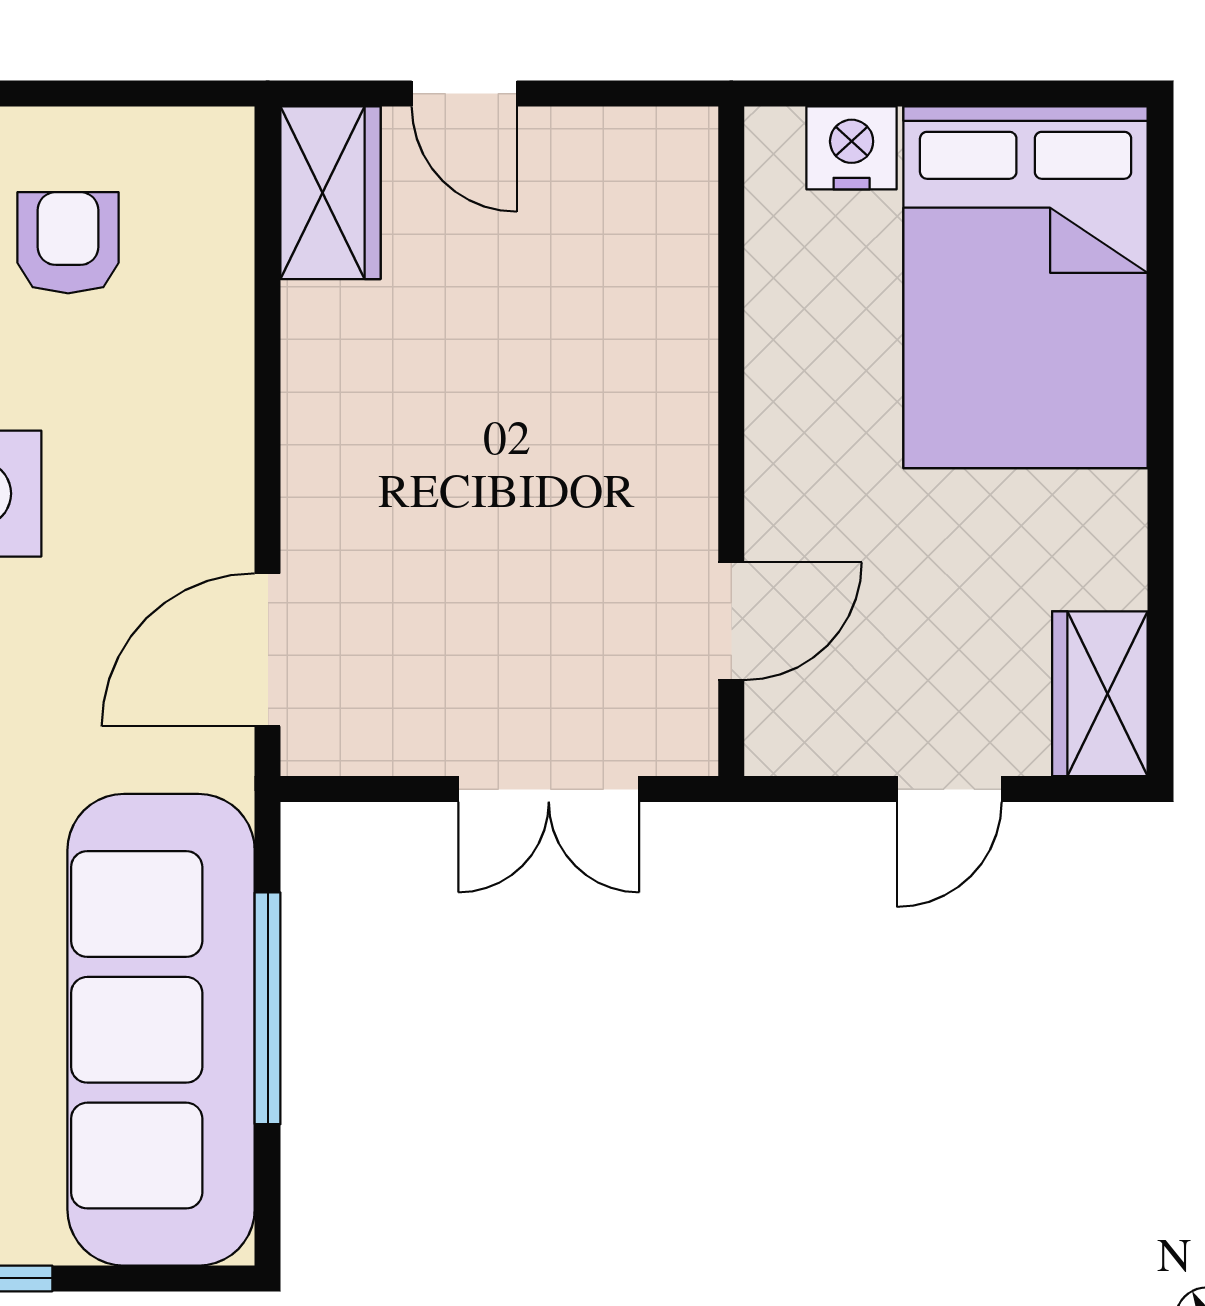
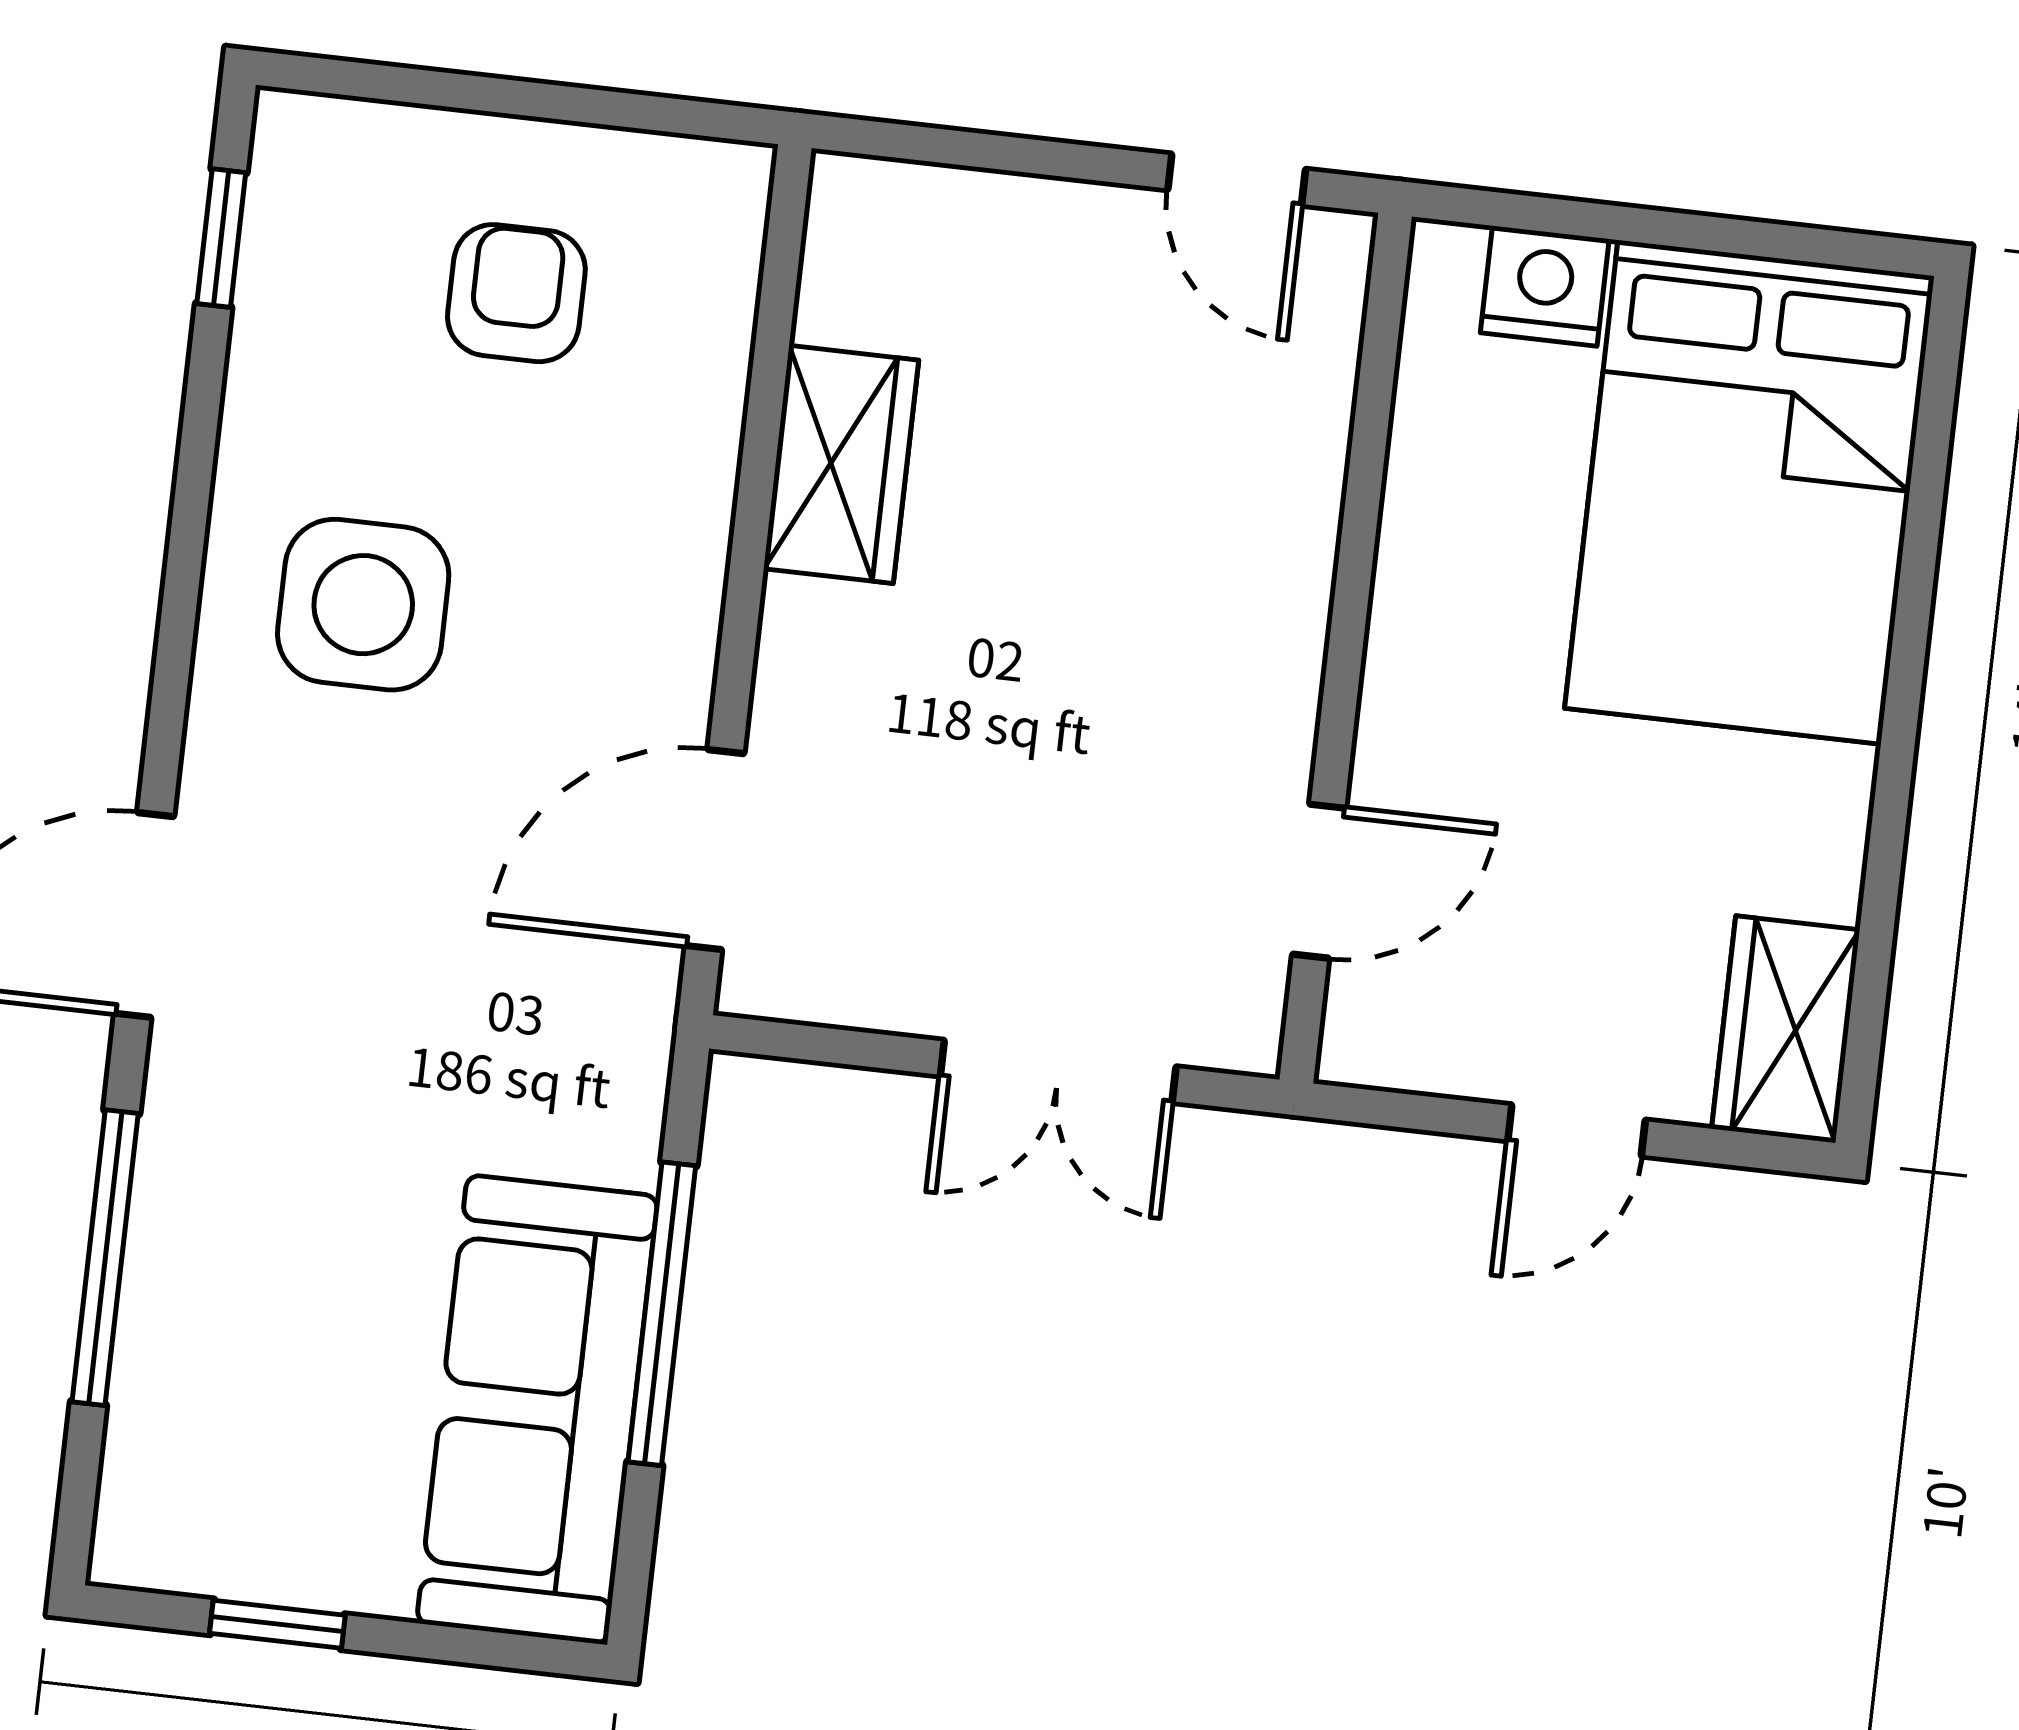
door: (464, 94) -> (1237, 180), moved
wardrobe: (331, 193) -> (841, 464), moved
sofa: (161, 1030) -> (537, 1410), width x0.74, depth x0.79

